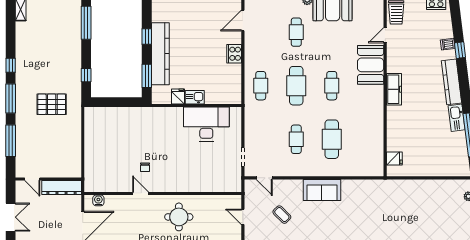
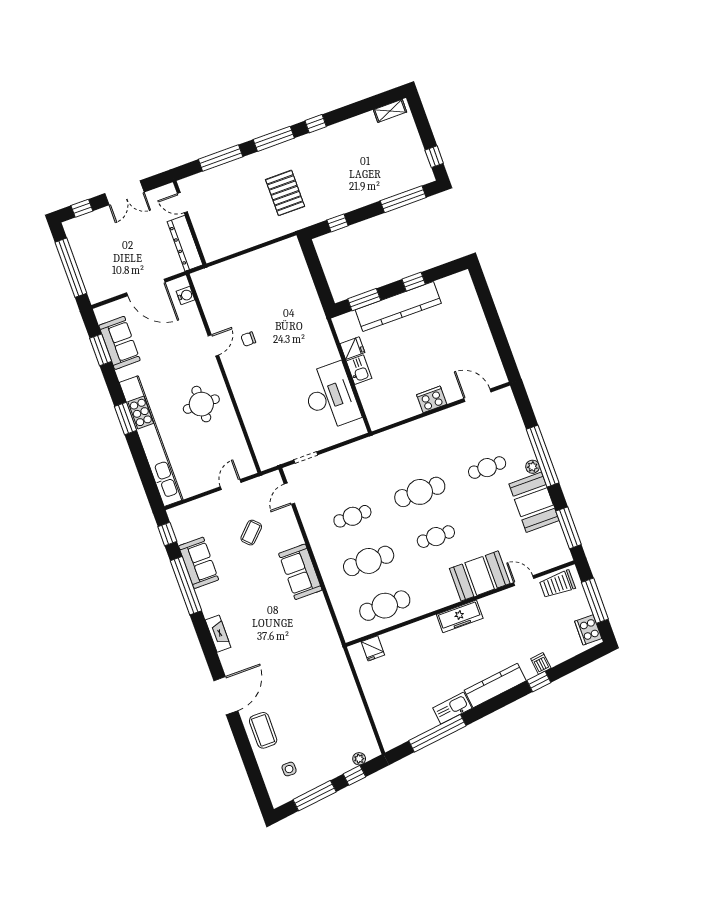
cafe table: (261, 86) -> (385, 606), moved, width x1.37, depth x1.35
door: (32, 179) -> (182, 203), hinge flipped

